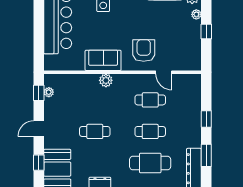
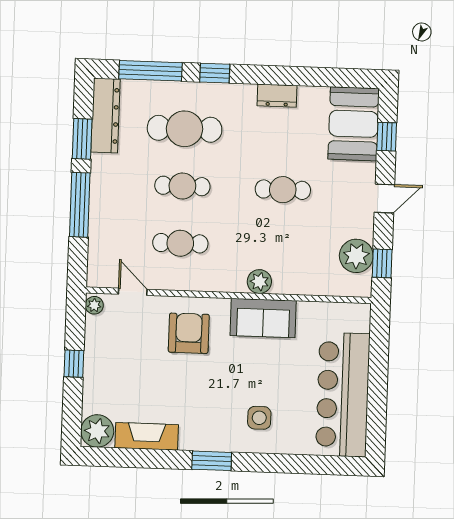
plant: (196, 14) -> (94, 305), moved
armchair: (144, 51) -> (189, 333), turned 180
door: (164, 72) -> (133, 292), moved
plant: (49, 92) -> (356, 256), width x1.88, depth x1.88
window: (206, 119) -> (80, 205), width x2.17

